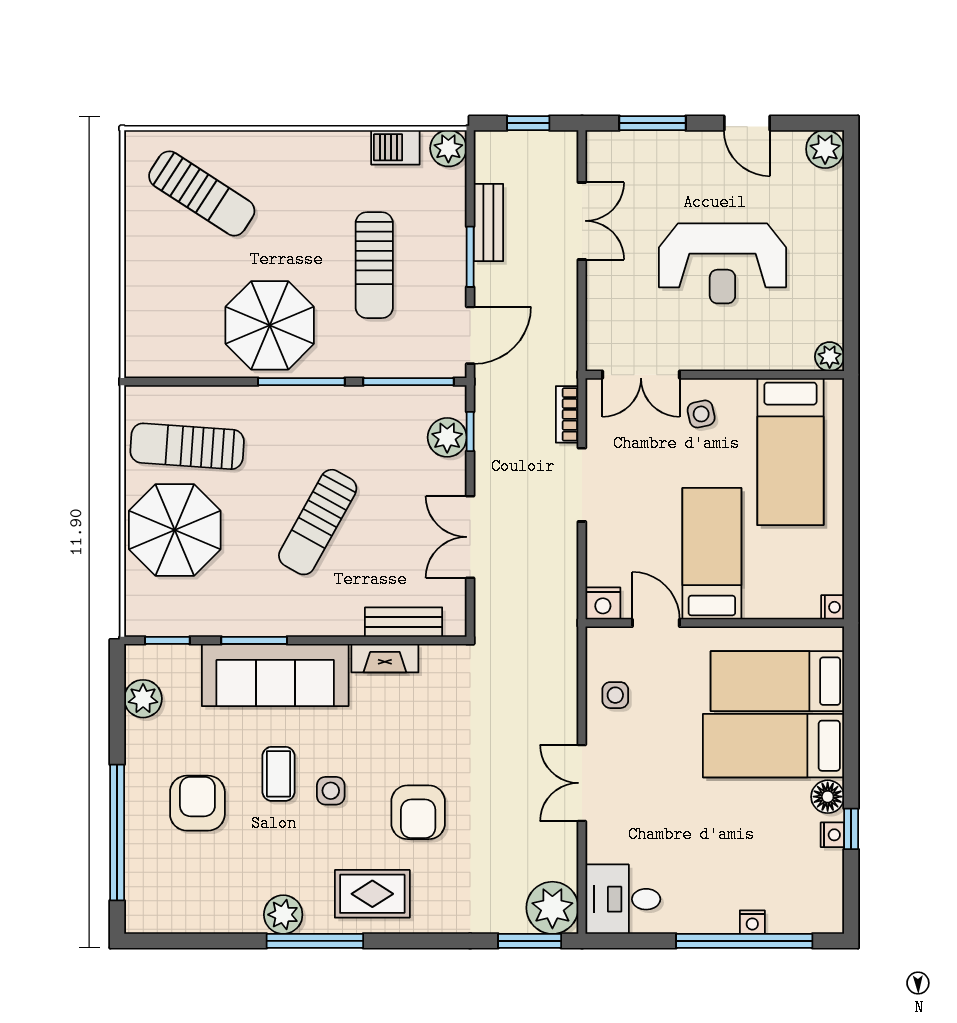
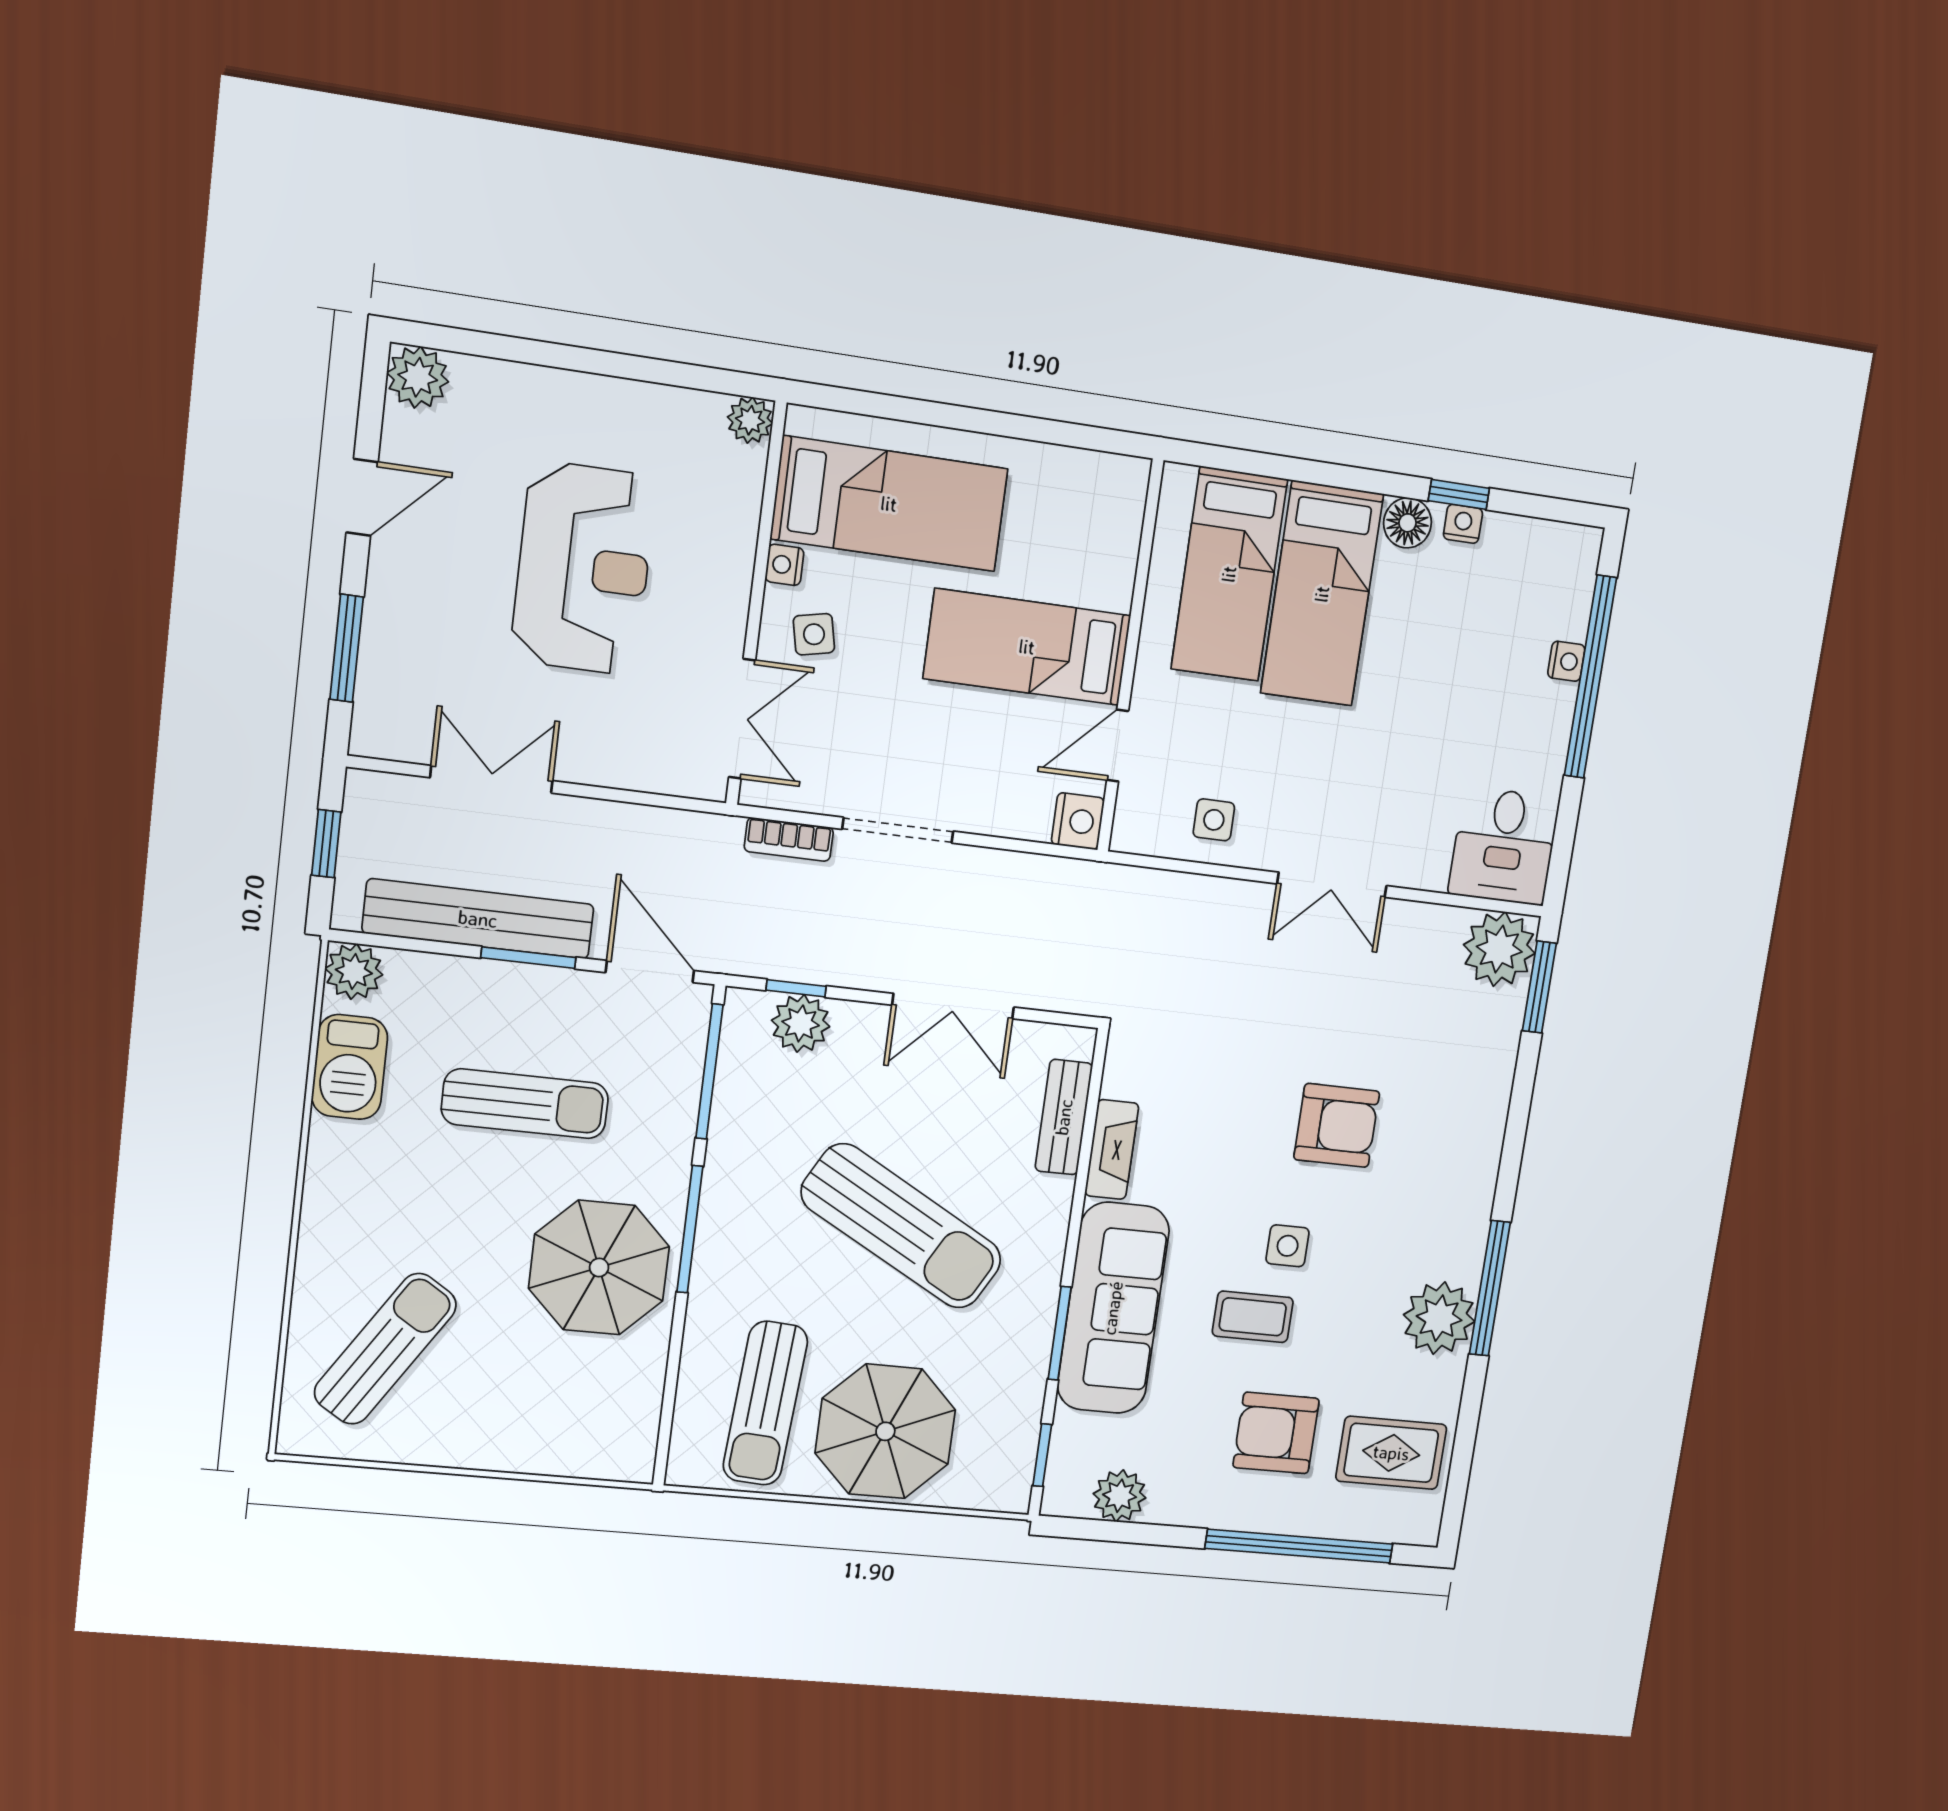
barbecue: (395, 147) -> (350, 1067), width x1.38, depth x1.27
bench: (488, 222) -> (478, 919), width x1.86, depth x1.21
sun lounger: (318, 522) -> (901, 1226), width x1.36, depth x1.34
nightstand: (833, 607) -> (784, 565), moved, turned -90
rug: (372, 894) -> (1391, 1453), moved, turned 90
plant: (283, 915) -> (1439, 1318), width x1.36, depth x1.36

